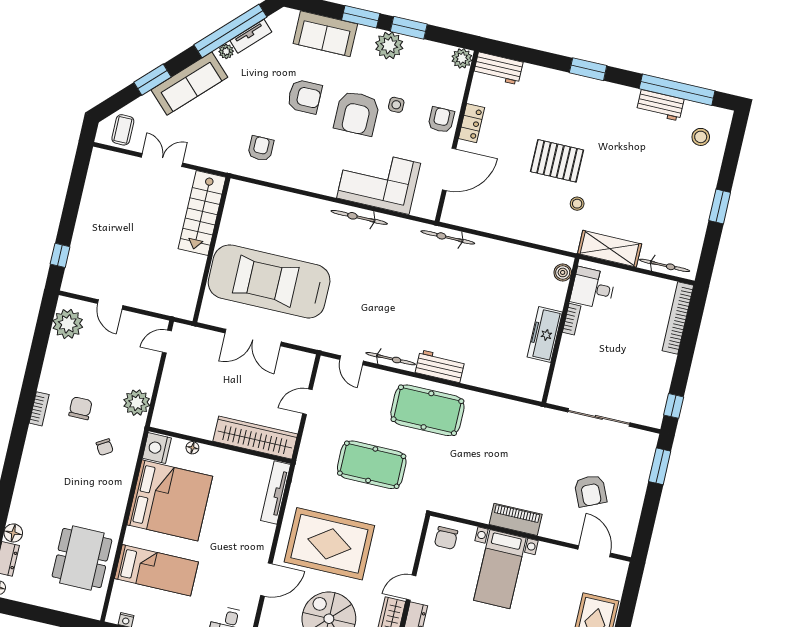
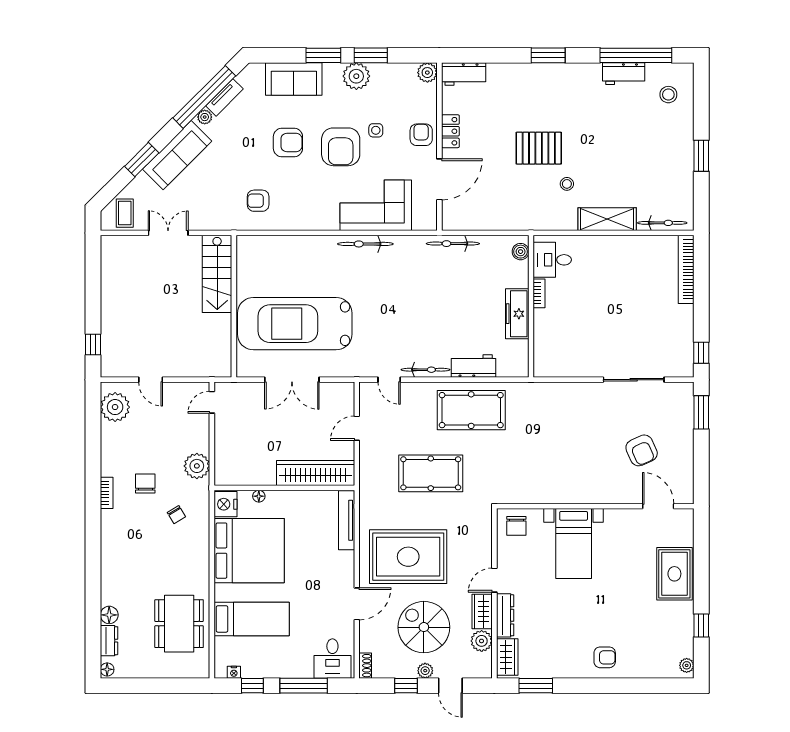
armchair: (261, 148) -> (258, 201), turned -90
boiler: (563, 272) -> (521, 252), moved
desk: (593, 288) -> (552, 260), moved
bookcase: (572, 319) -> (539, 293), moved
wall: (561, 330) -> (531, 306), moved
freezer: (545, 335) -> (517, 314), moved
piano: (516, 519) -> (578, 493), removed

